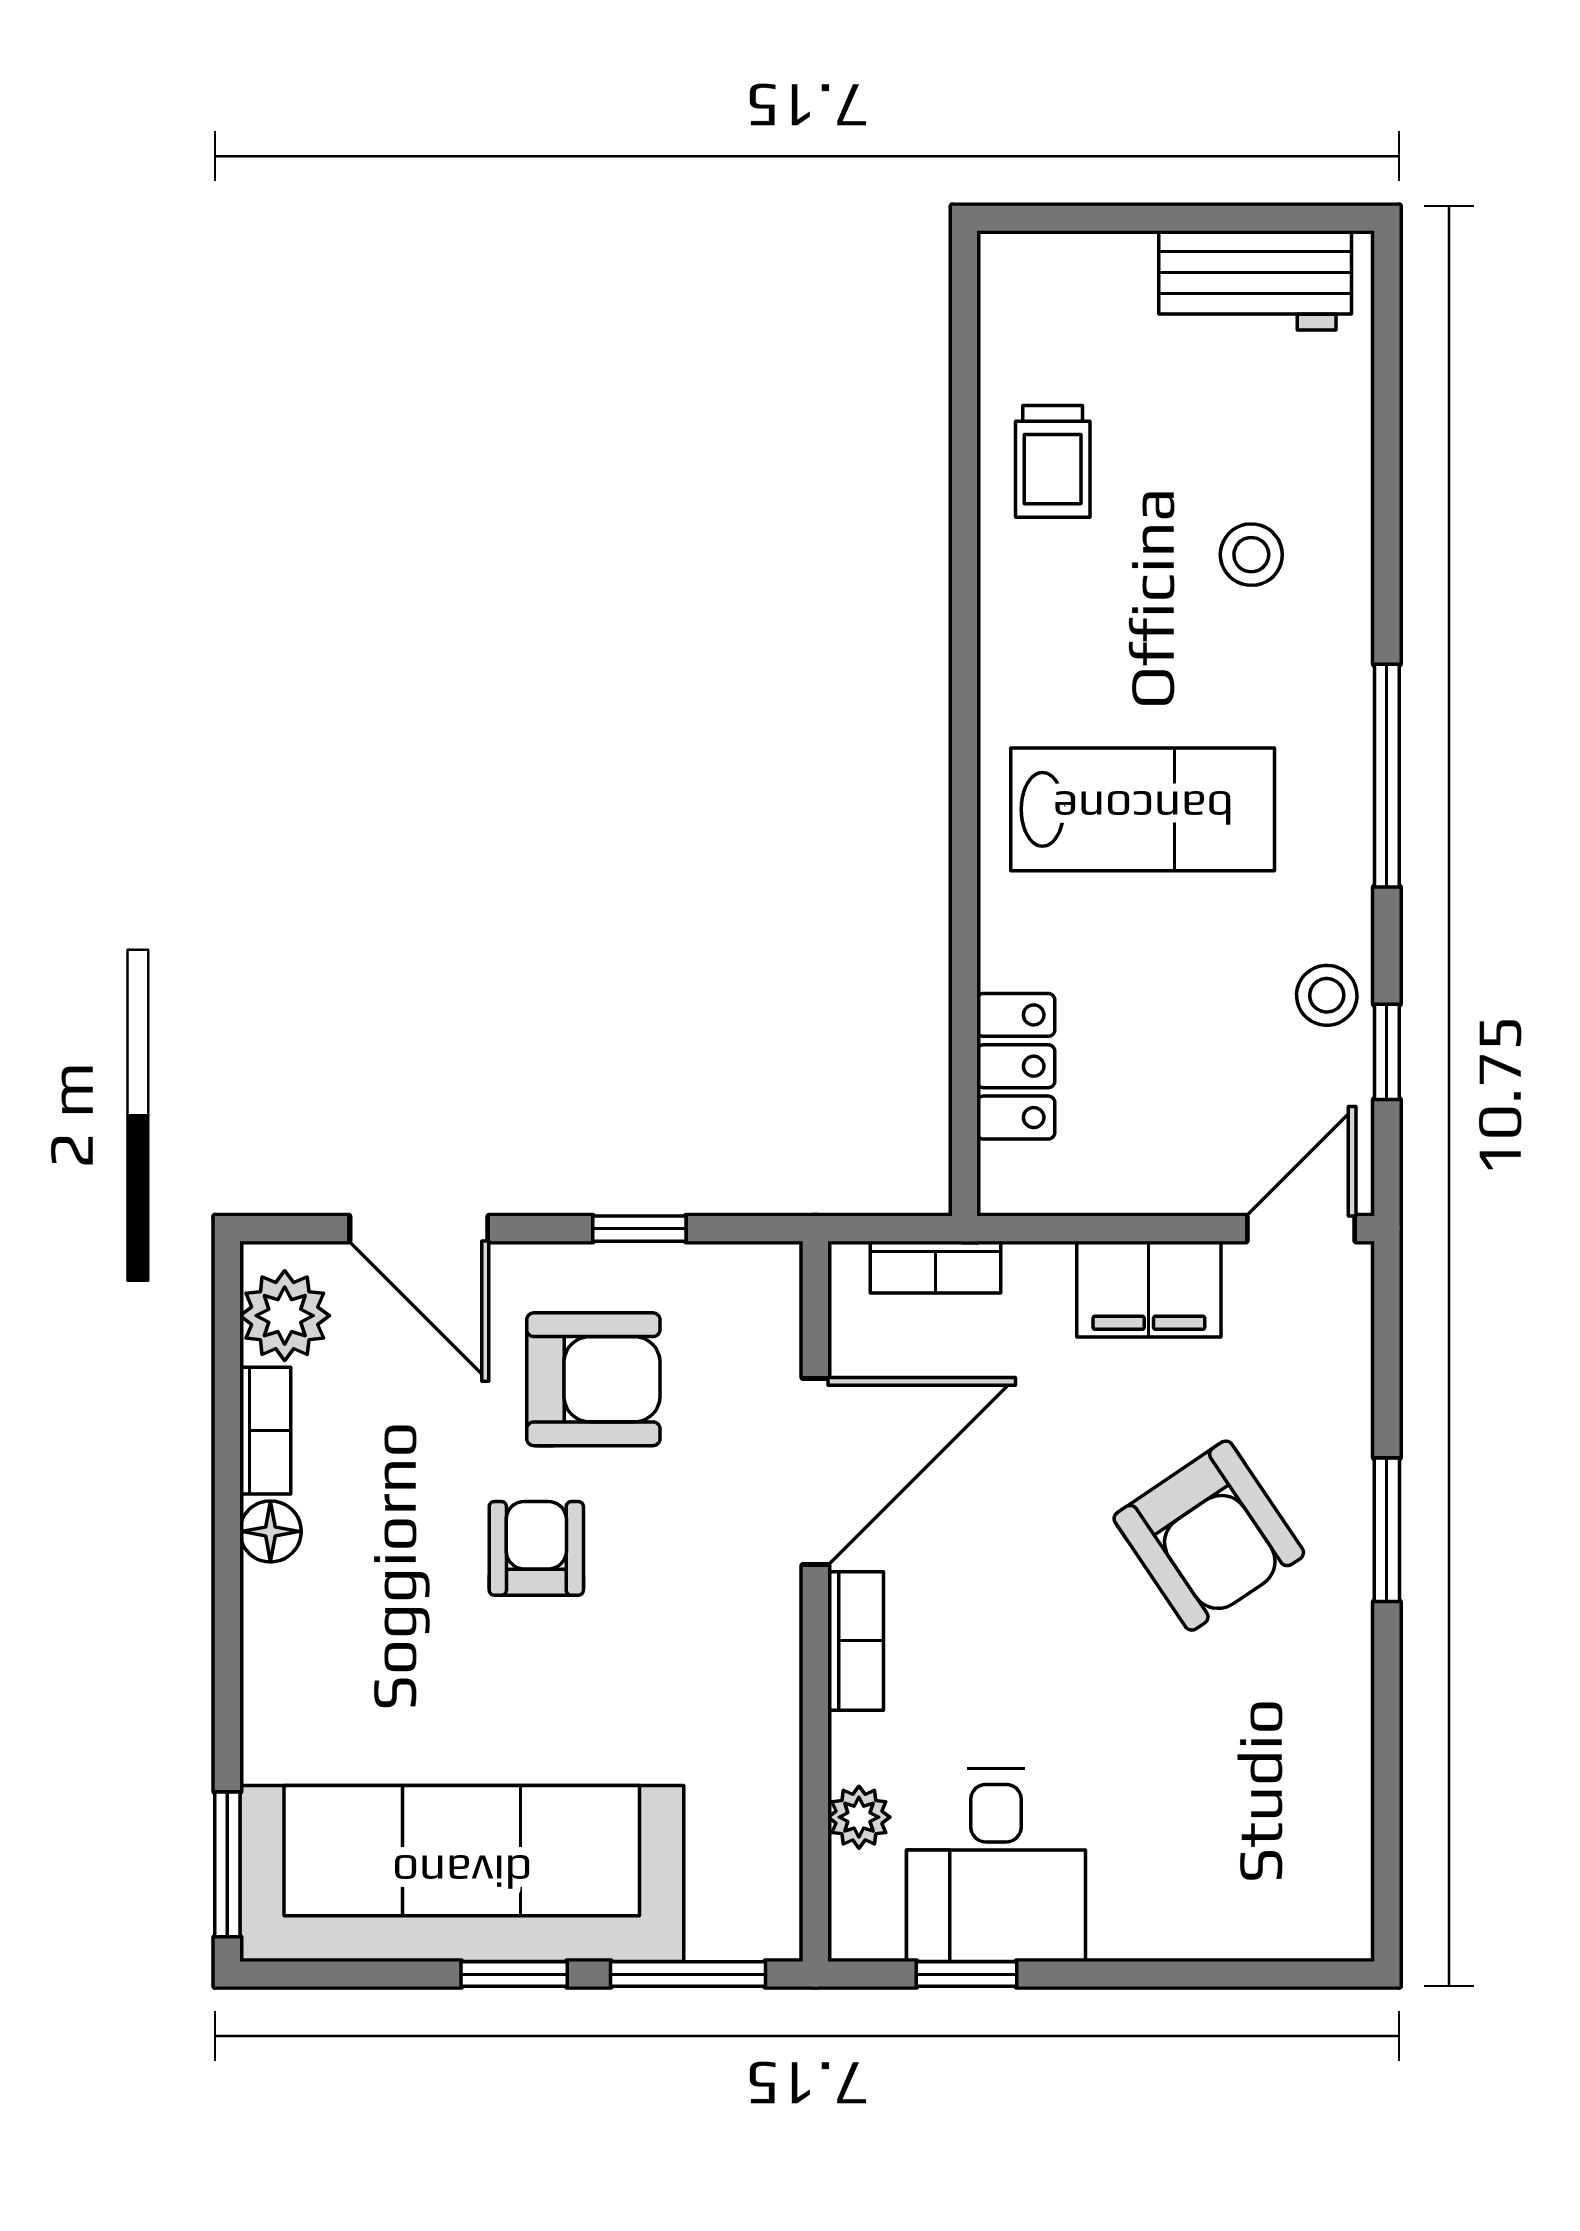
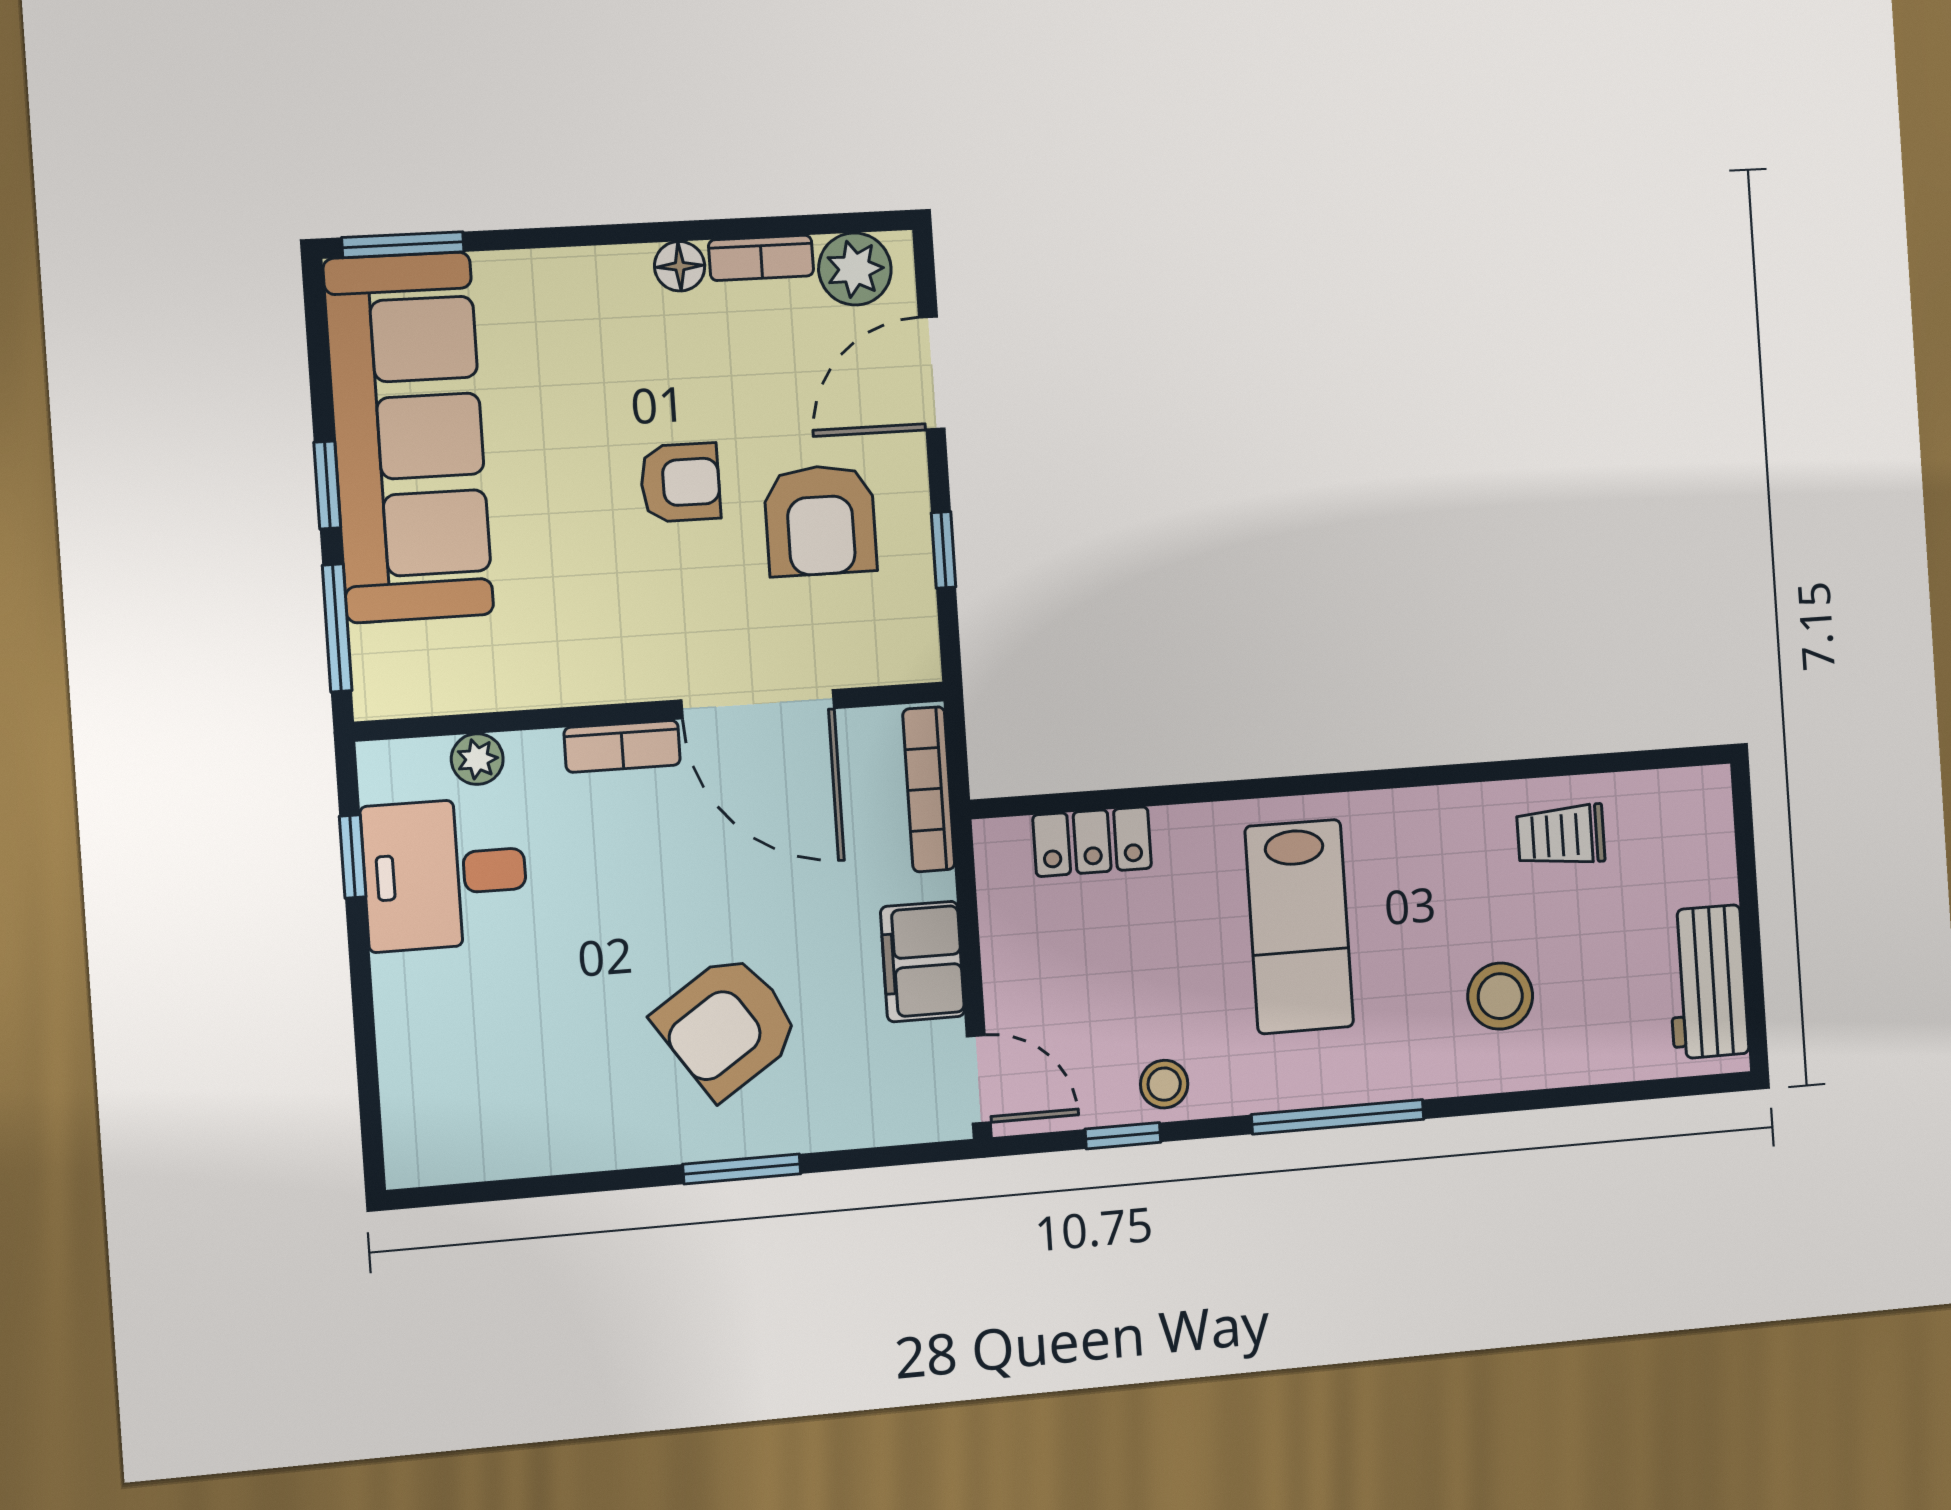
stool: (1251, 555) -> (1500, 996), width x1.37, depth x1.37
bookcase: (936, 1267) -> (929, 789), width x1.56

